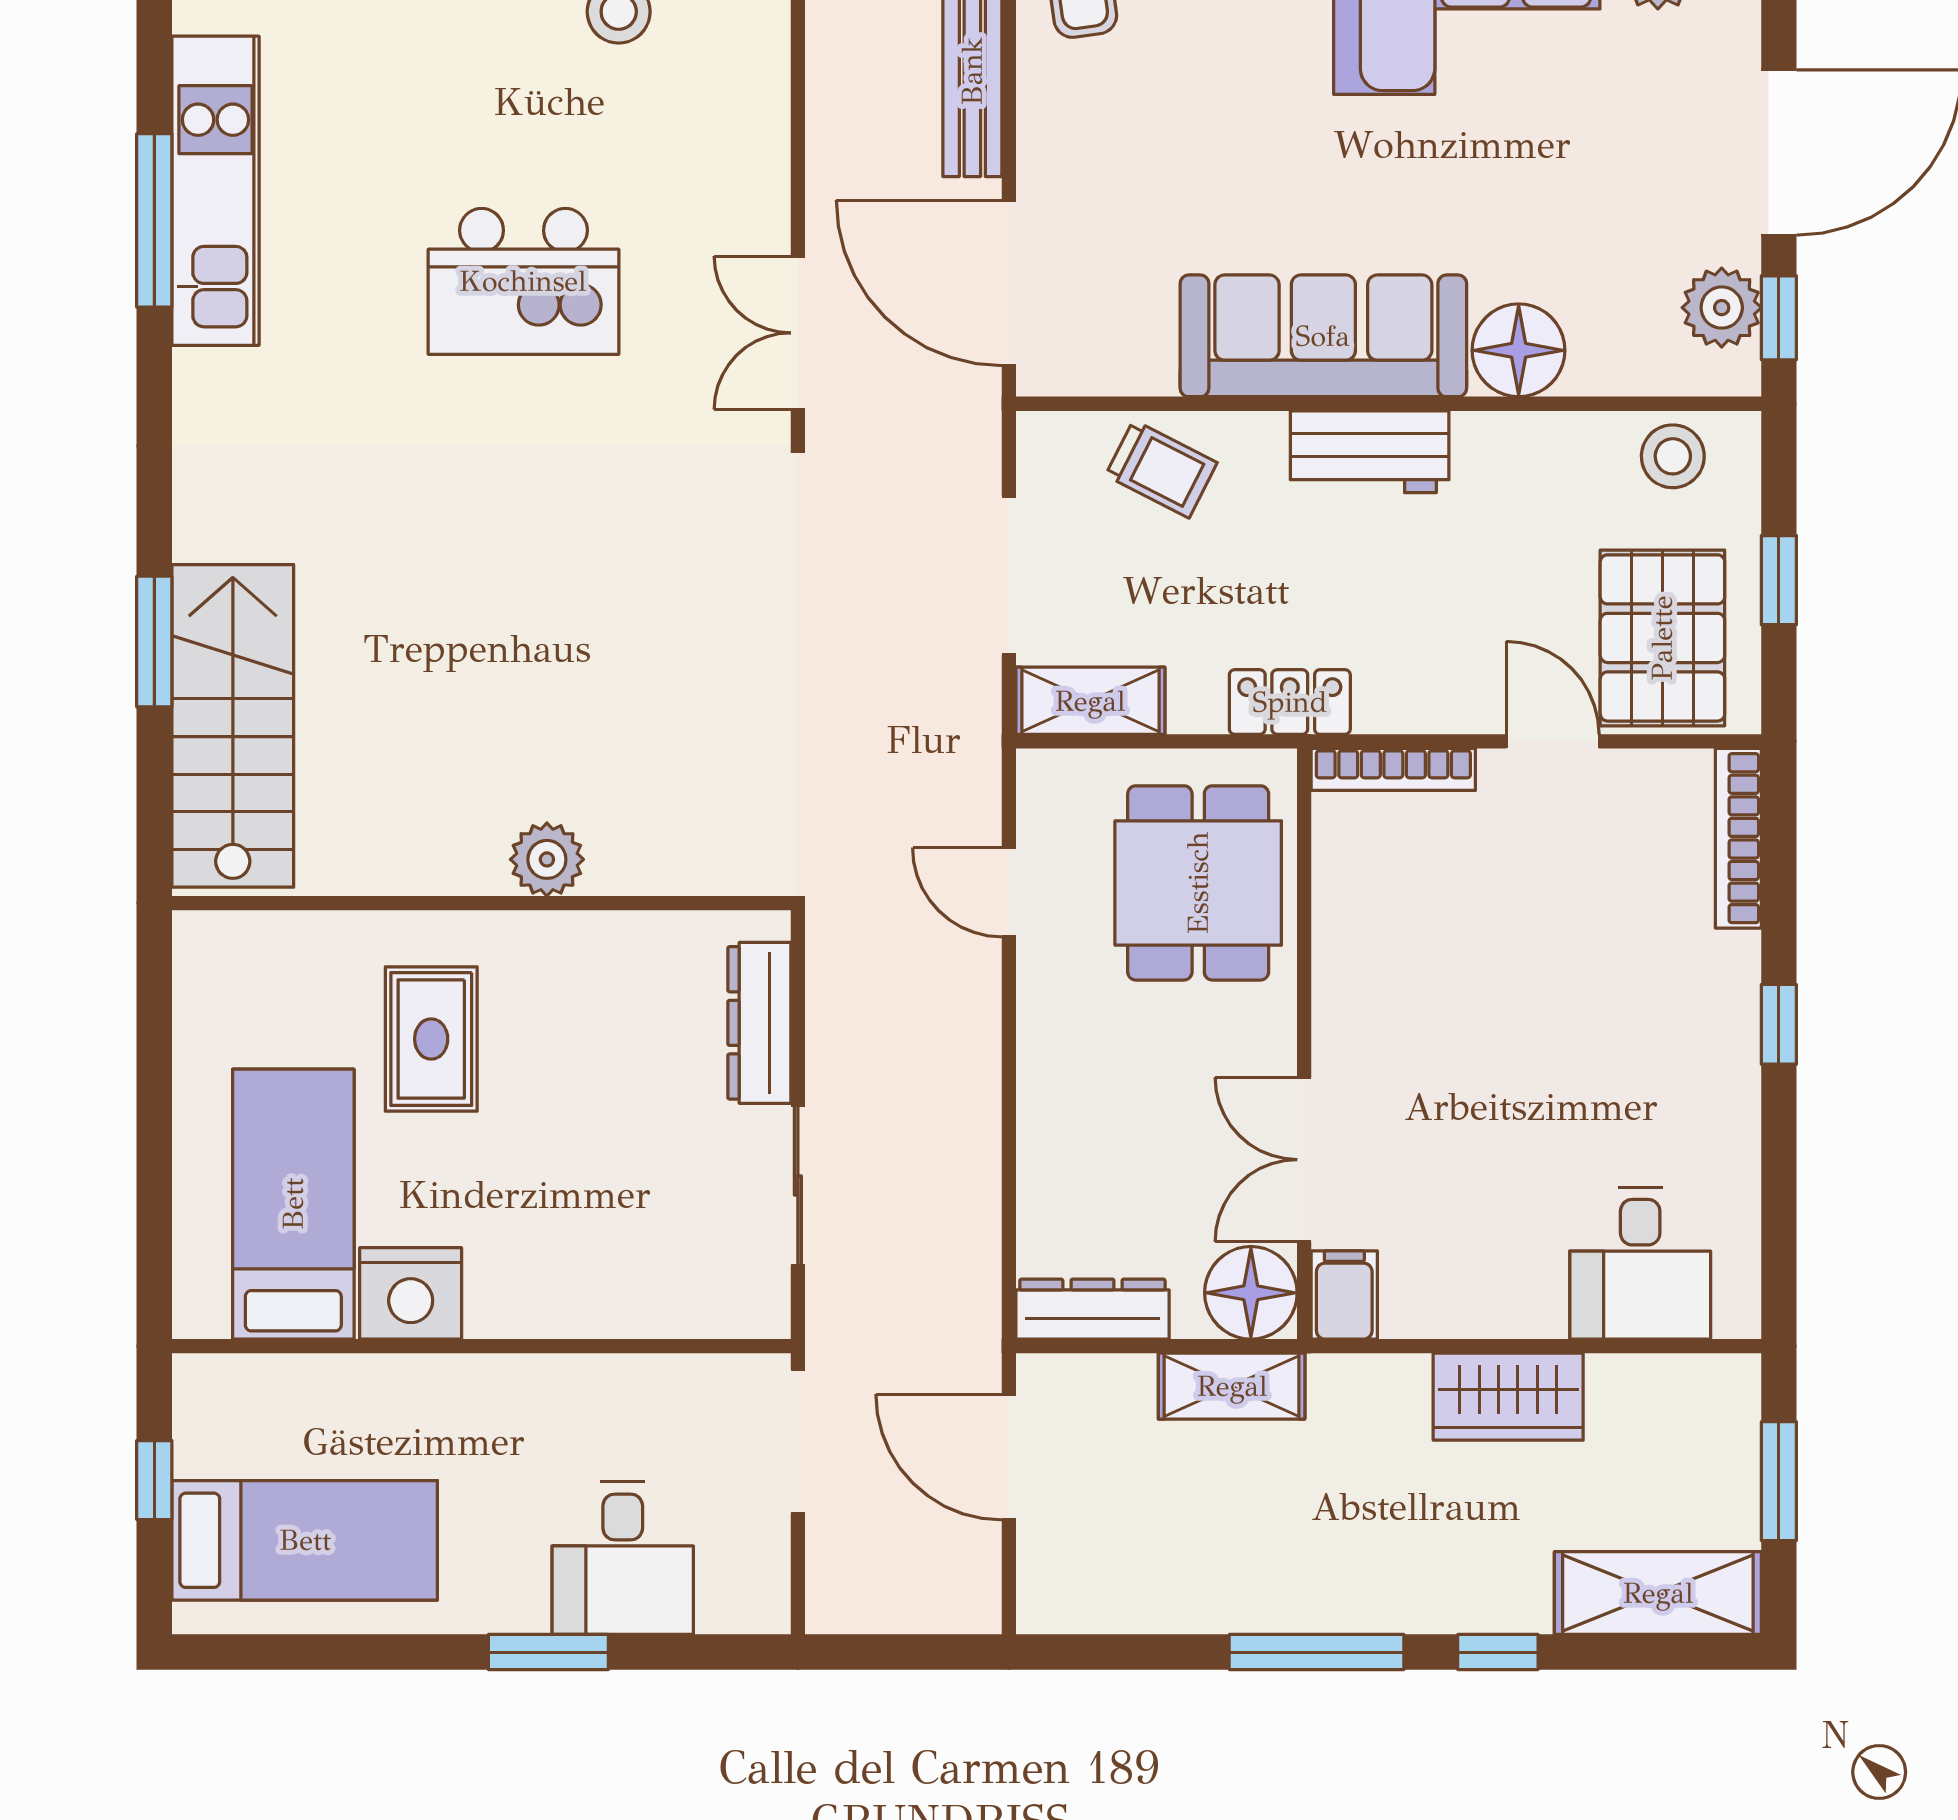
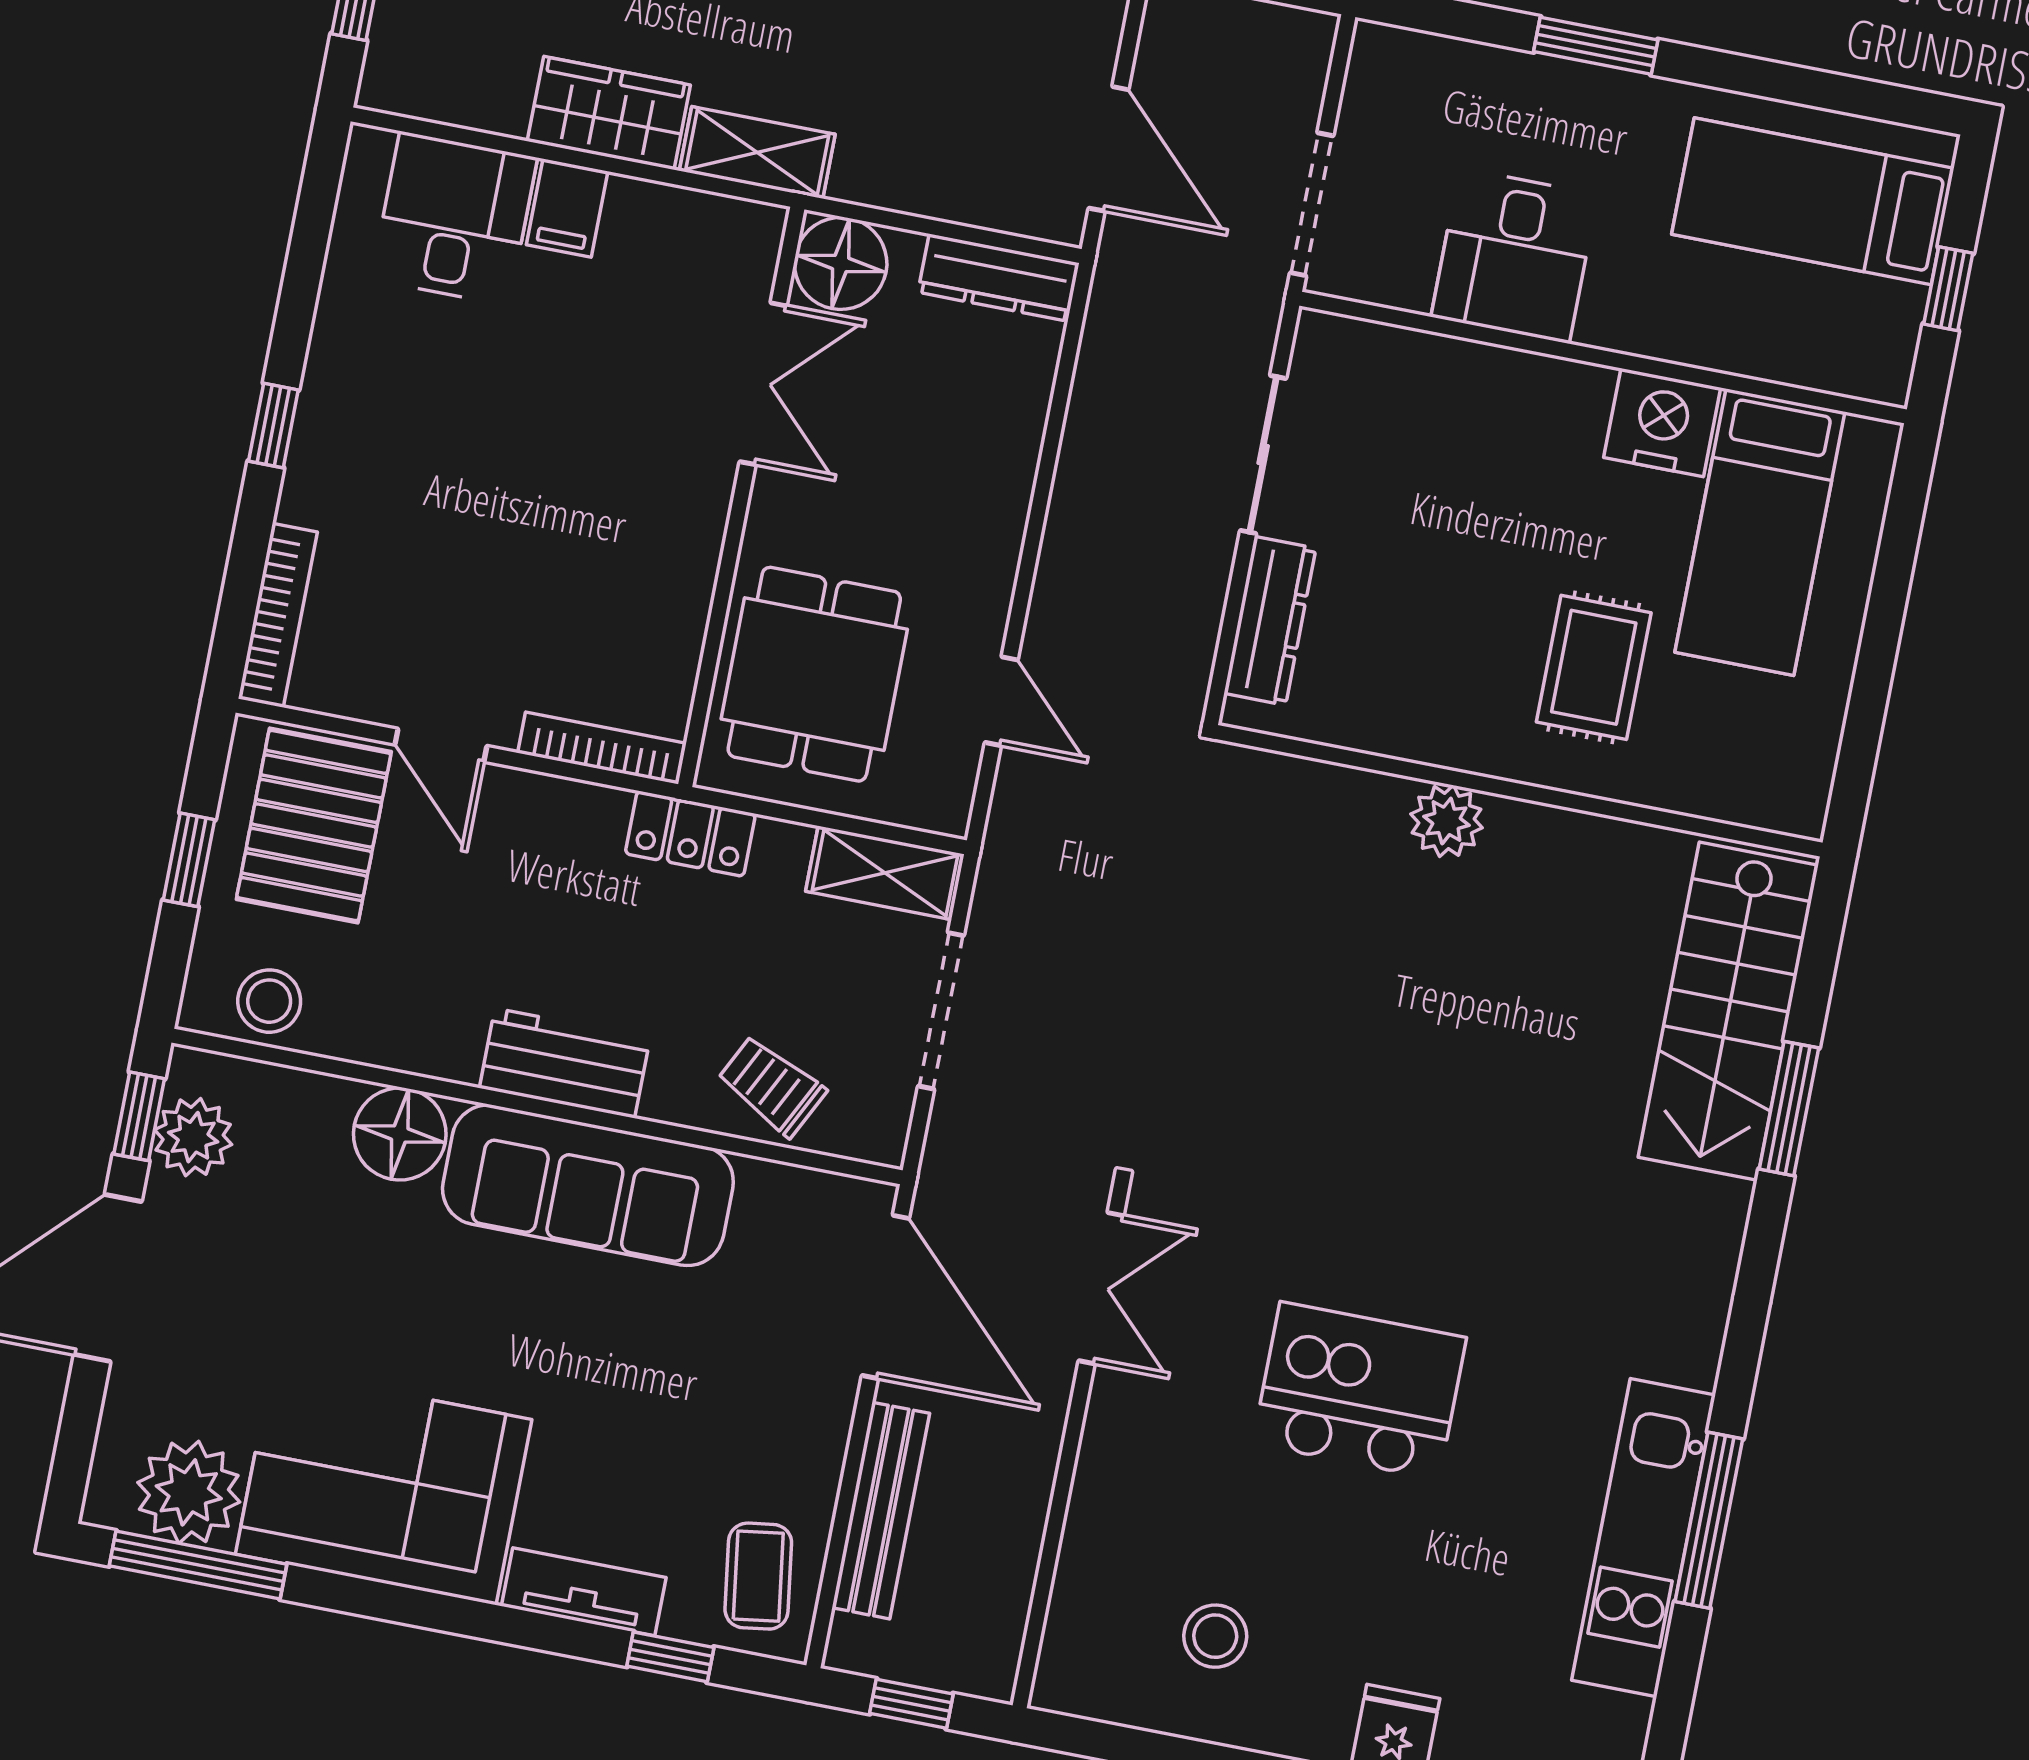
filing cabinet: (1344, 1295) -> (567, 208), moved
shelving: (1232, 1386) -> (757, 153), moved
desk: (623, 1558) -> (1514, 256), moved, turned 180

